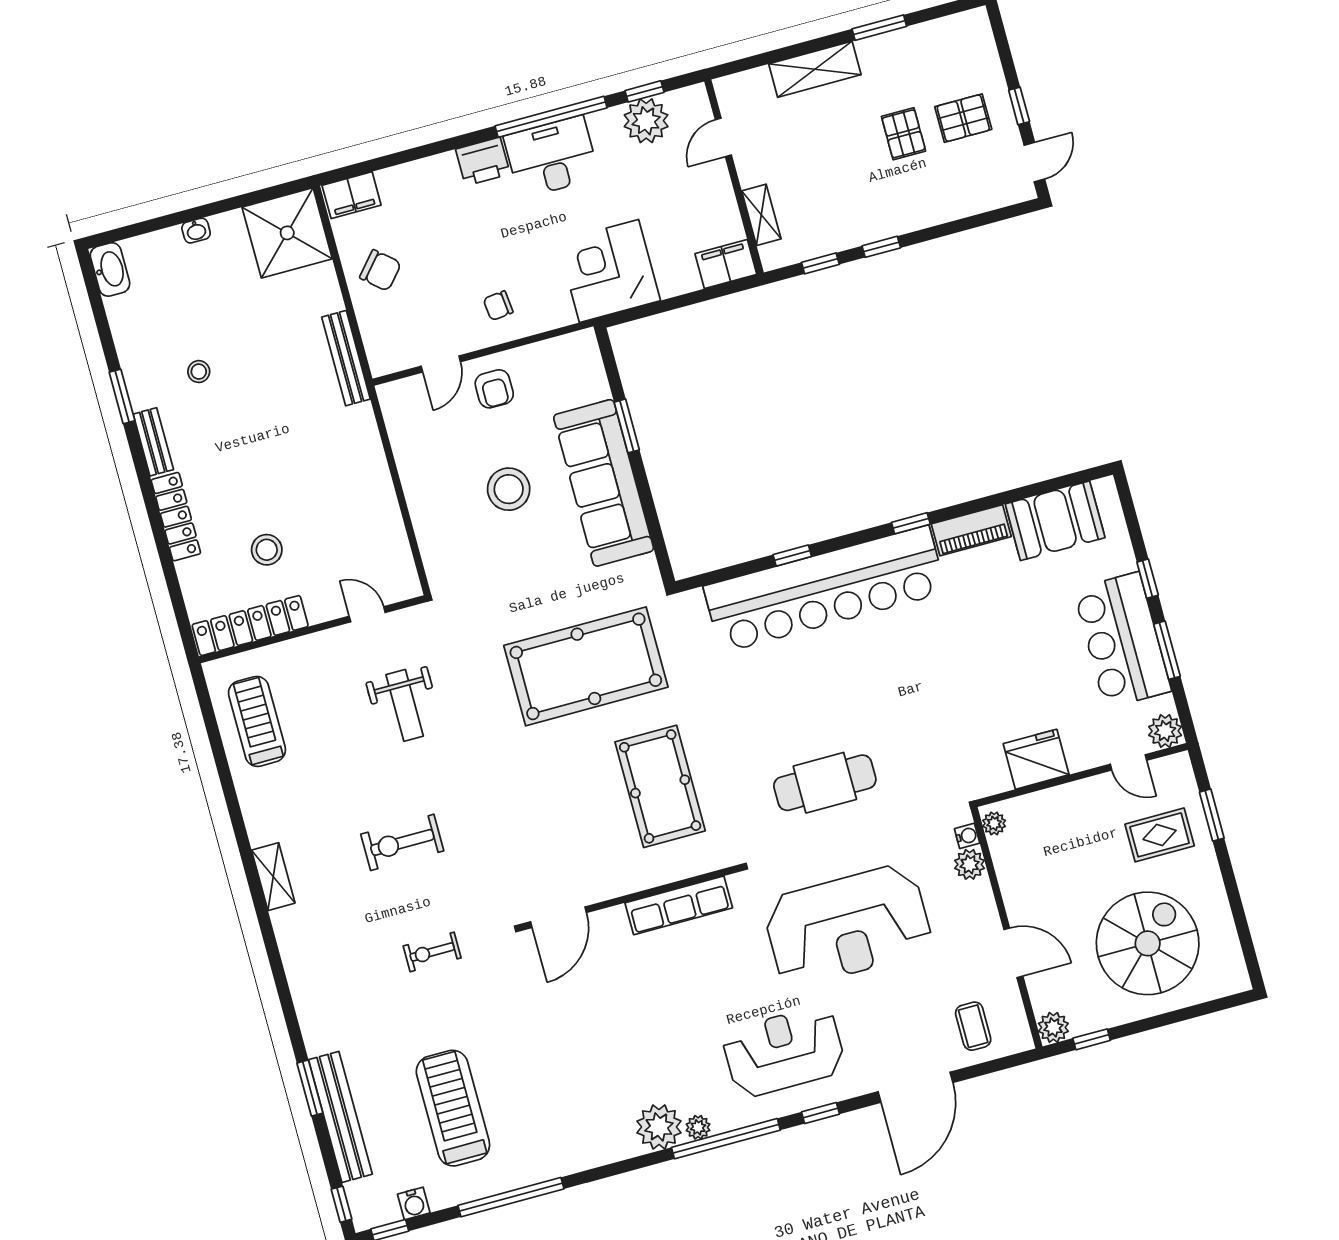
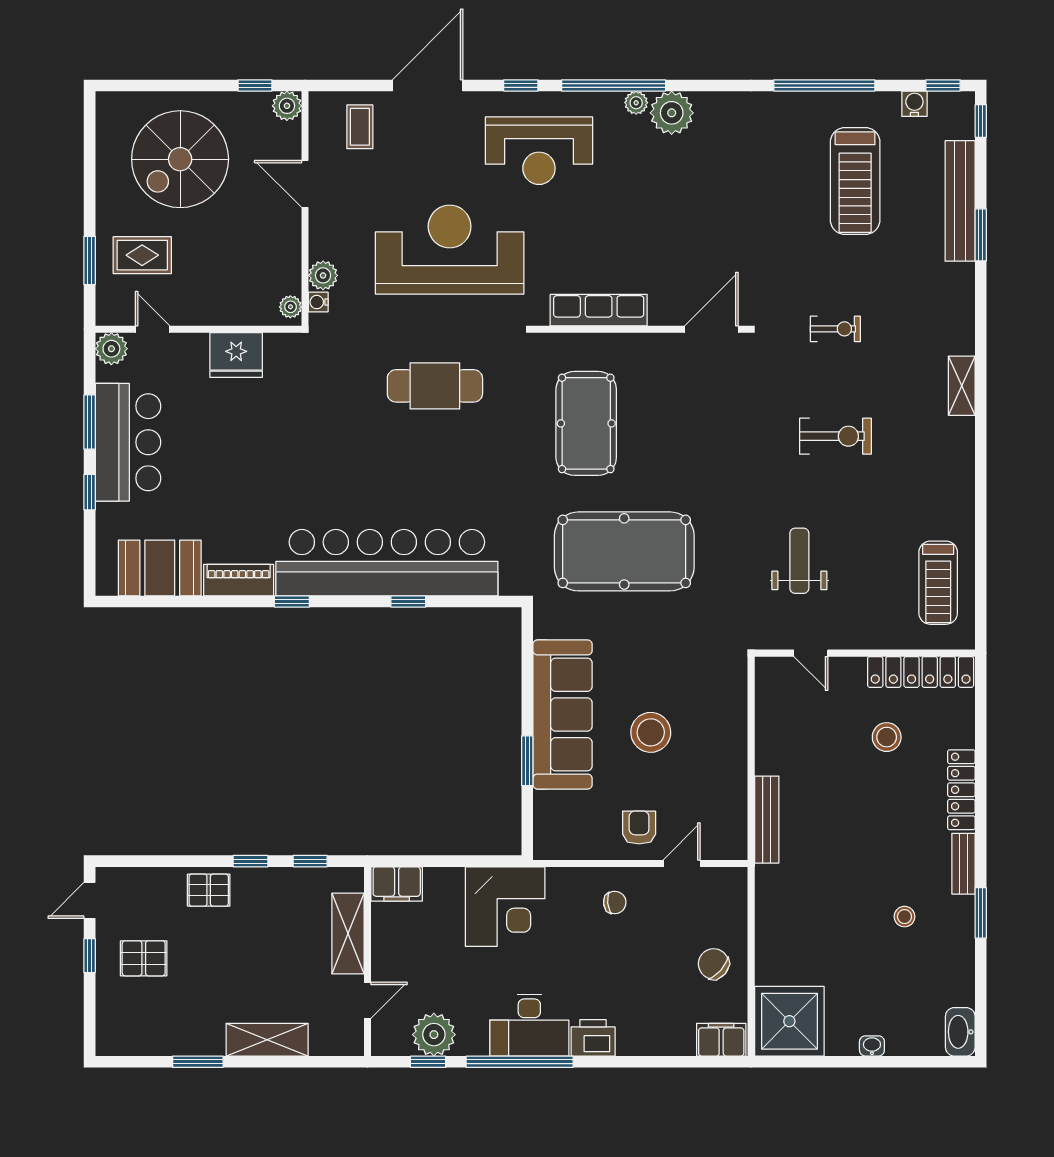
pallet: (904, 134) -> (209, 890), moved, turned 90
shelving: (761, 215) -> (348, 934), width x1.50, depth x1.33
bench: (346, 358) -> (767, 820), moved
shelving: (273, 877) -> (962, 386), moved

